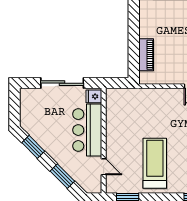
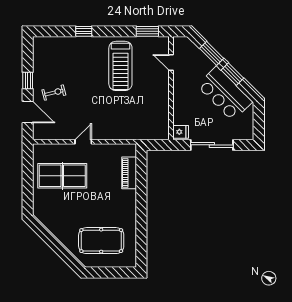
bar counter: (87, 130) -> (225, 94), moved, turned 135
window: (33, 147) -> (232, 74), moved

